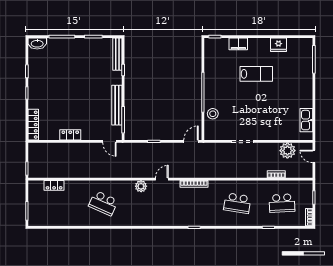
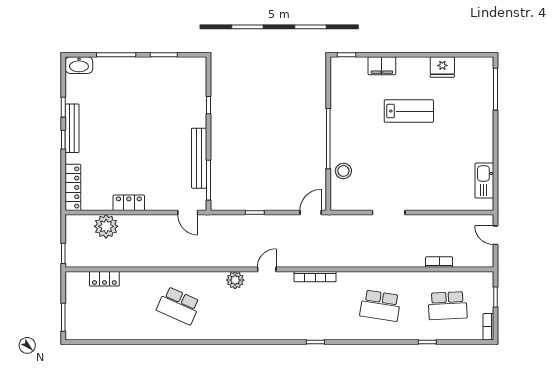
bench: (117, 54) -> (72, 128), moved
plant: (287, 151) -> (106, 226), moved

